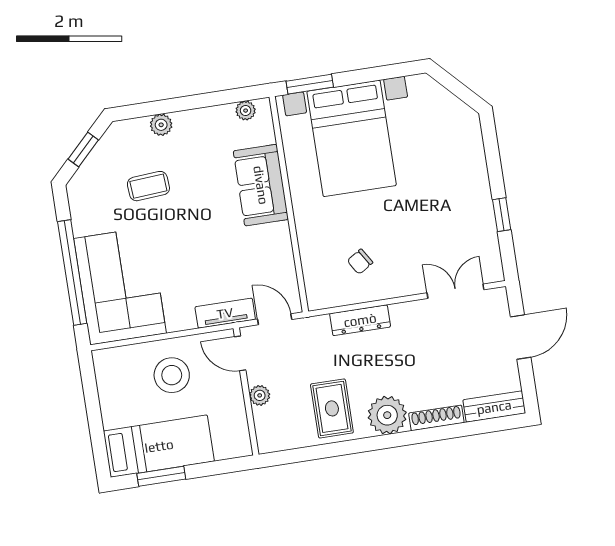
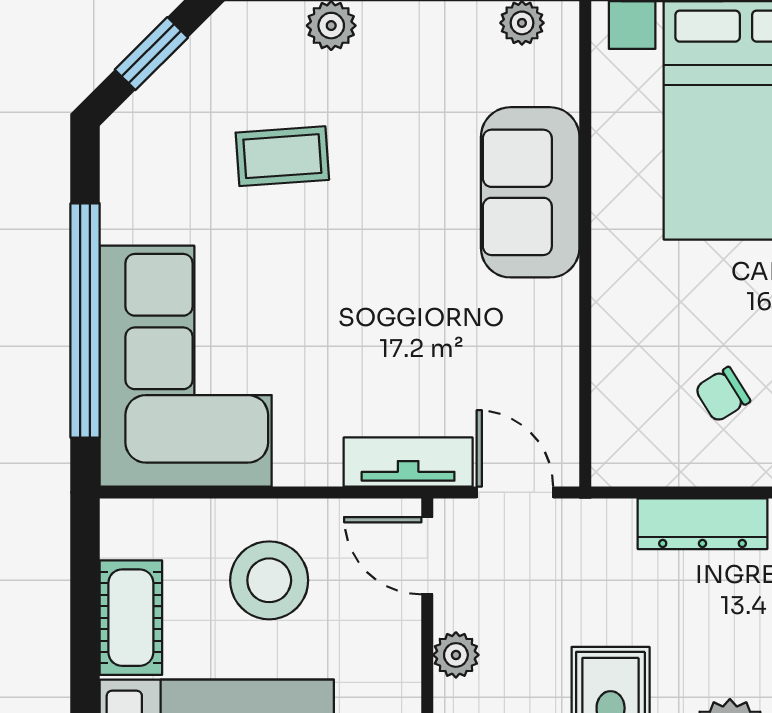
cot: (113, 401) -> (131, 618), added

